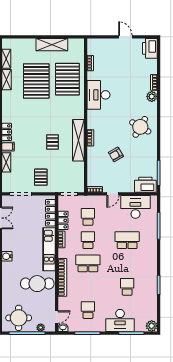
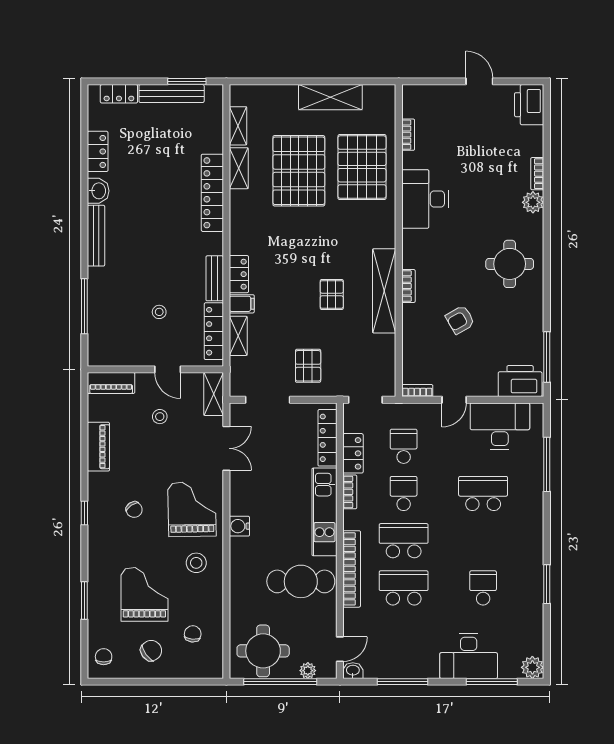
round table: (140, 127) -> (510, 264), turned -30
school desk: (88, 310) -> (404, 588), moved, width x1.85

